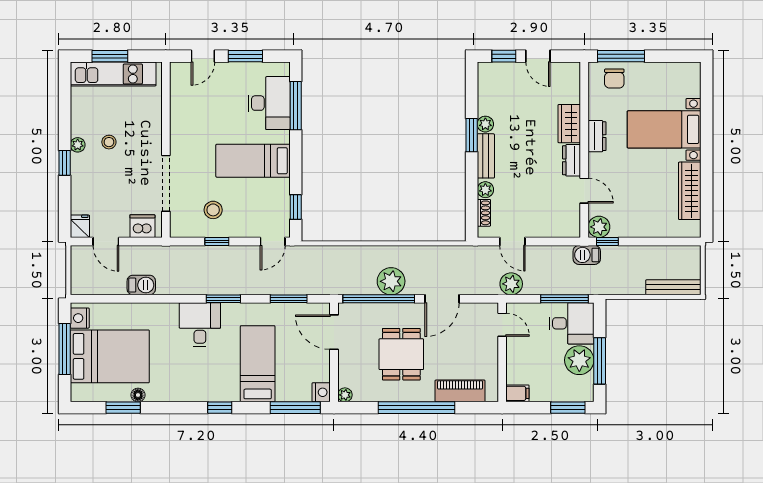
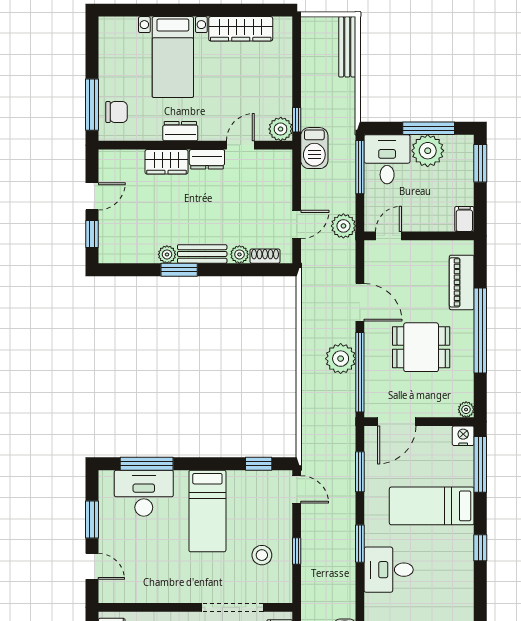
barbecue: (587, 255) -> (314, 148), width x1.38, depth x1.27

